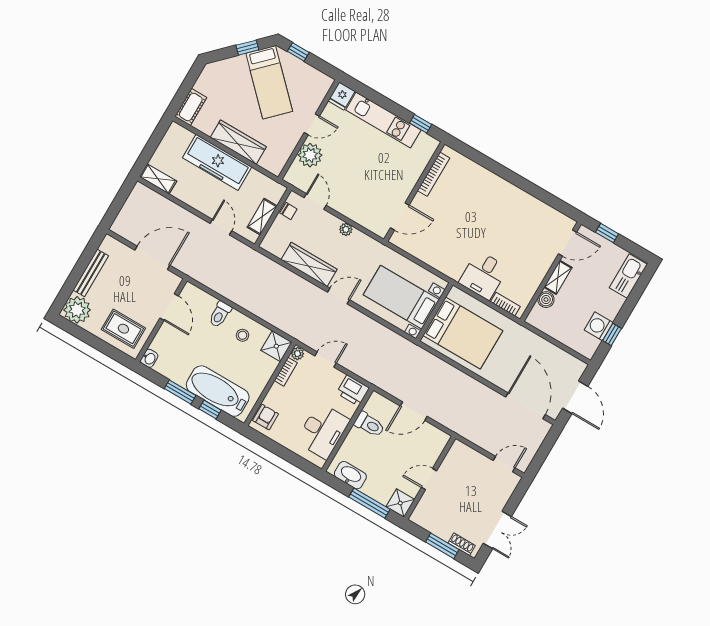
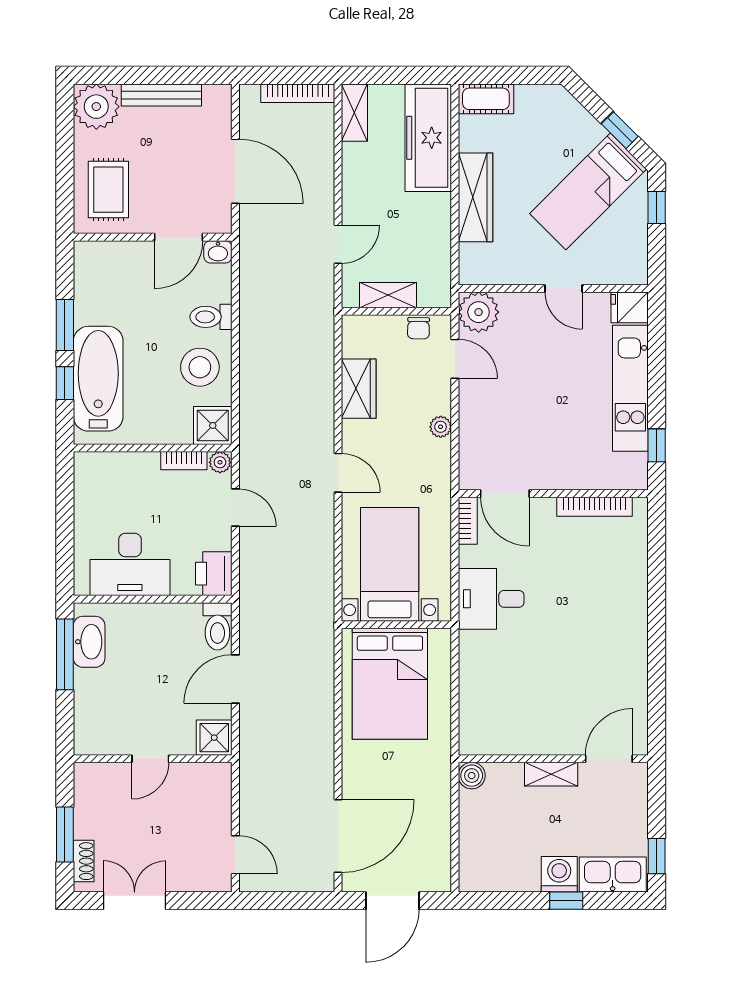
plant: (310, 155) -> (479, 312), moved
freezer: (217, 162) -> (428, 138), moved
door: (315, 201) -> (455, 359), hinge flipped
bookcase: (131, 202) -> (298, 93), added
window: (607, 233) -> (657, 856), moved
door: (567, 243) -> (609, 759), swing flipped
wardrobe: (309, 265) -> (359, 389), width x0.67
desk: (483, 275) -> (491, 599), moved
boiler: (546, 300) -> (472, 776), moved
bookcase: (505, 304) -> (468, 521), moved
washing machine: (599, 326) -> (559, 874), moved
window: (612, 334) -> (566, 901), moved
stool: (242, 335) -> (200, 367), width x1.89, depth x1.89
washbasin: (149, 358) -> (218, 252), moved
door: (414, 411) -> (235, 679), hinge flipped
armchair: (266, 417) -> (101, 470), removed
toilet: (369, 425) -> (217, 626), moved
door: (429, 479) -> (150, 759), swing flipped
window: (369, 503) -> (65, 654), moved
shower: (400, 503) -> (214, 738), moved
double door: (497, 530) -> (135, 901), swing flipped

